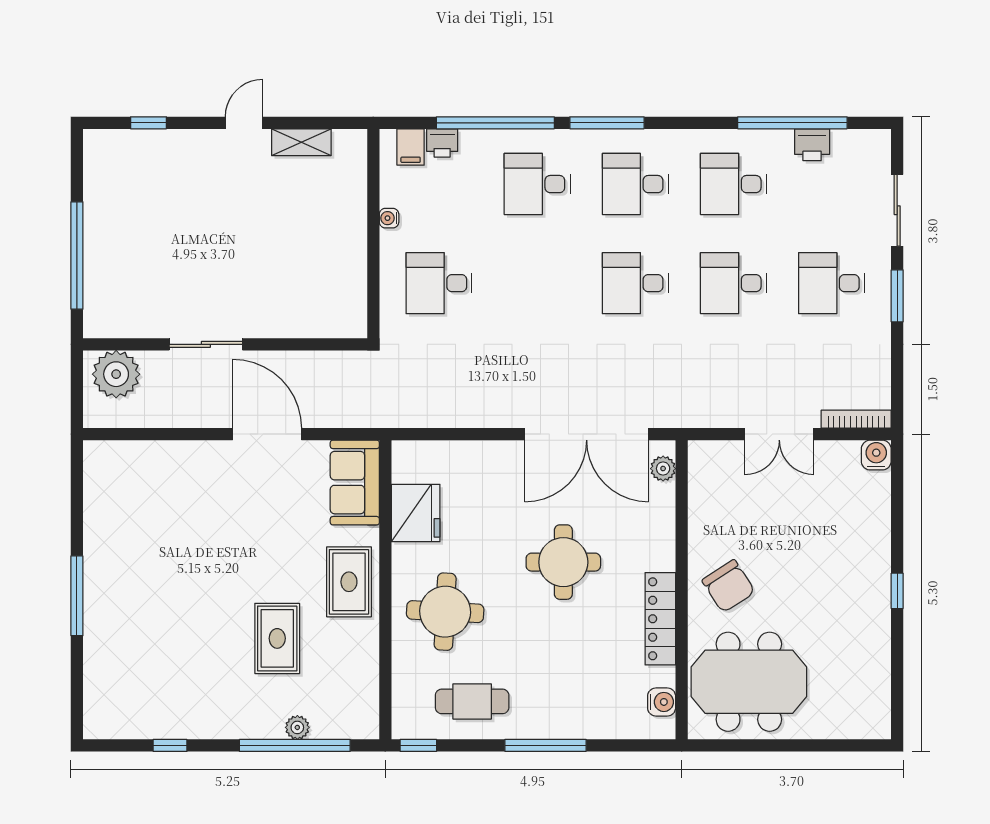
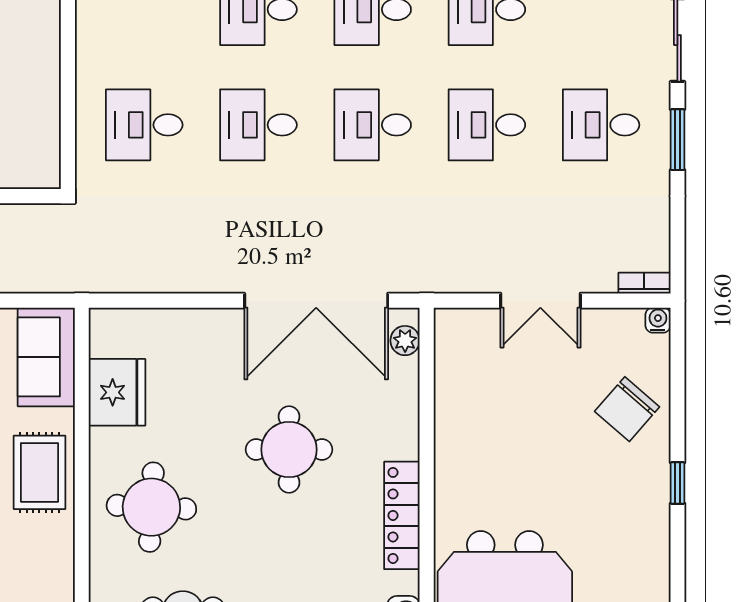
water cooler: (389, 218) -> (86, 49), removed
desk: (537, 283) -> (258, 125), added
bookcase: (856, 419) -> (644, 283), width x0.64
water cooler: (876, 455) -> (658, 320), width x0.72, depth x0.72
chair: (729, 586) -> (627, 409), moved, turned 74

